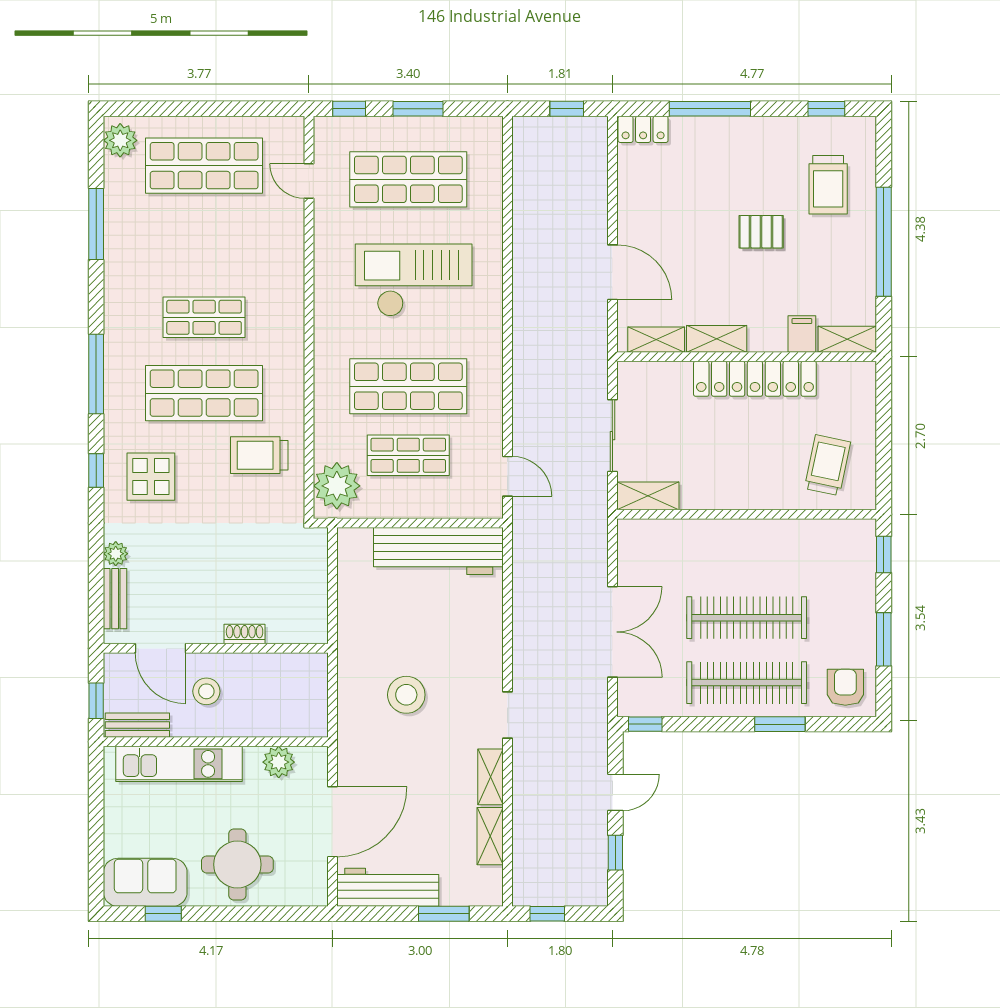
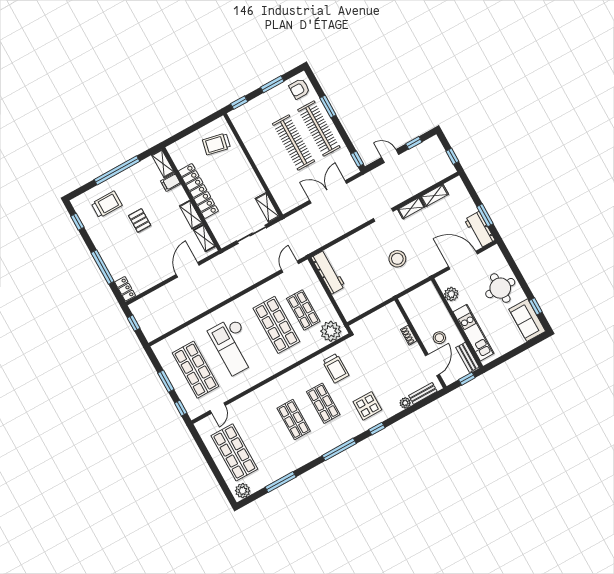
shop shelf: (204, 393) -> (323, 403), width x0.70, depth x0.74
workbench: (438, 551) -> (328, 272), width x0.73, depth x0.76
workbench: (388, 887) -> (480, 230), width x0.73
window: (444, 914) -> (485, 215), moved

